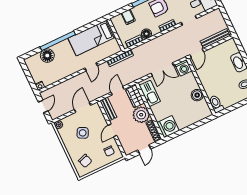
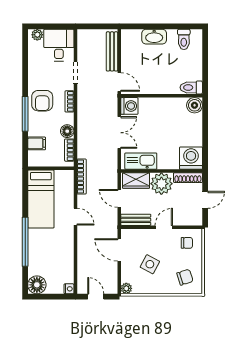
floor lamp: (47, 56) -> (37, 285), moved
boiler: (197, 95) -> (195, 105), moved
door: (112, 130) -> (164, 227), swing flipped
door: (144, 150) -> (205, 200), hinge flipped

